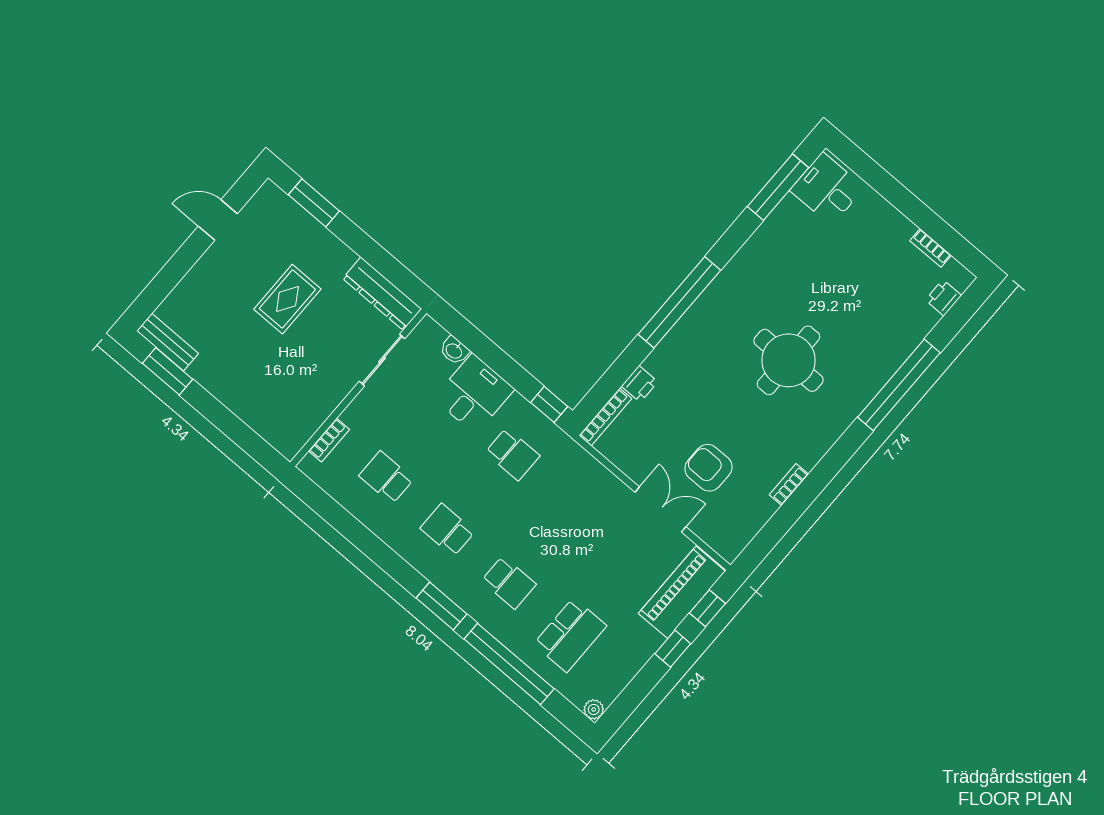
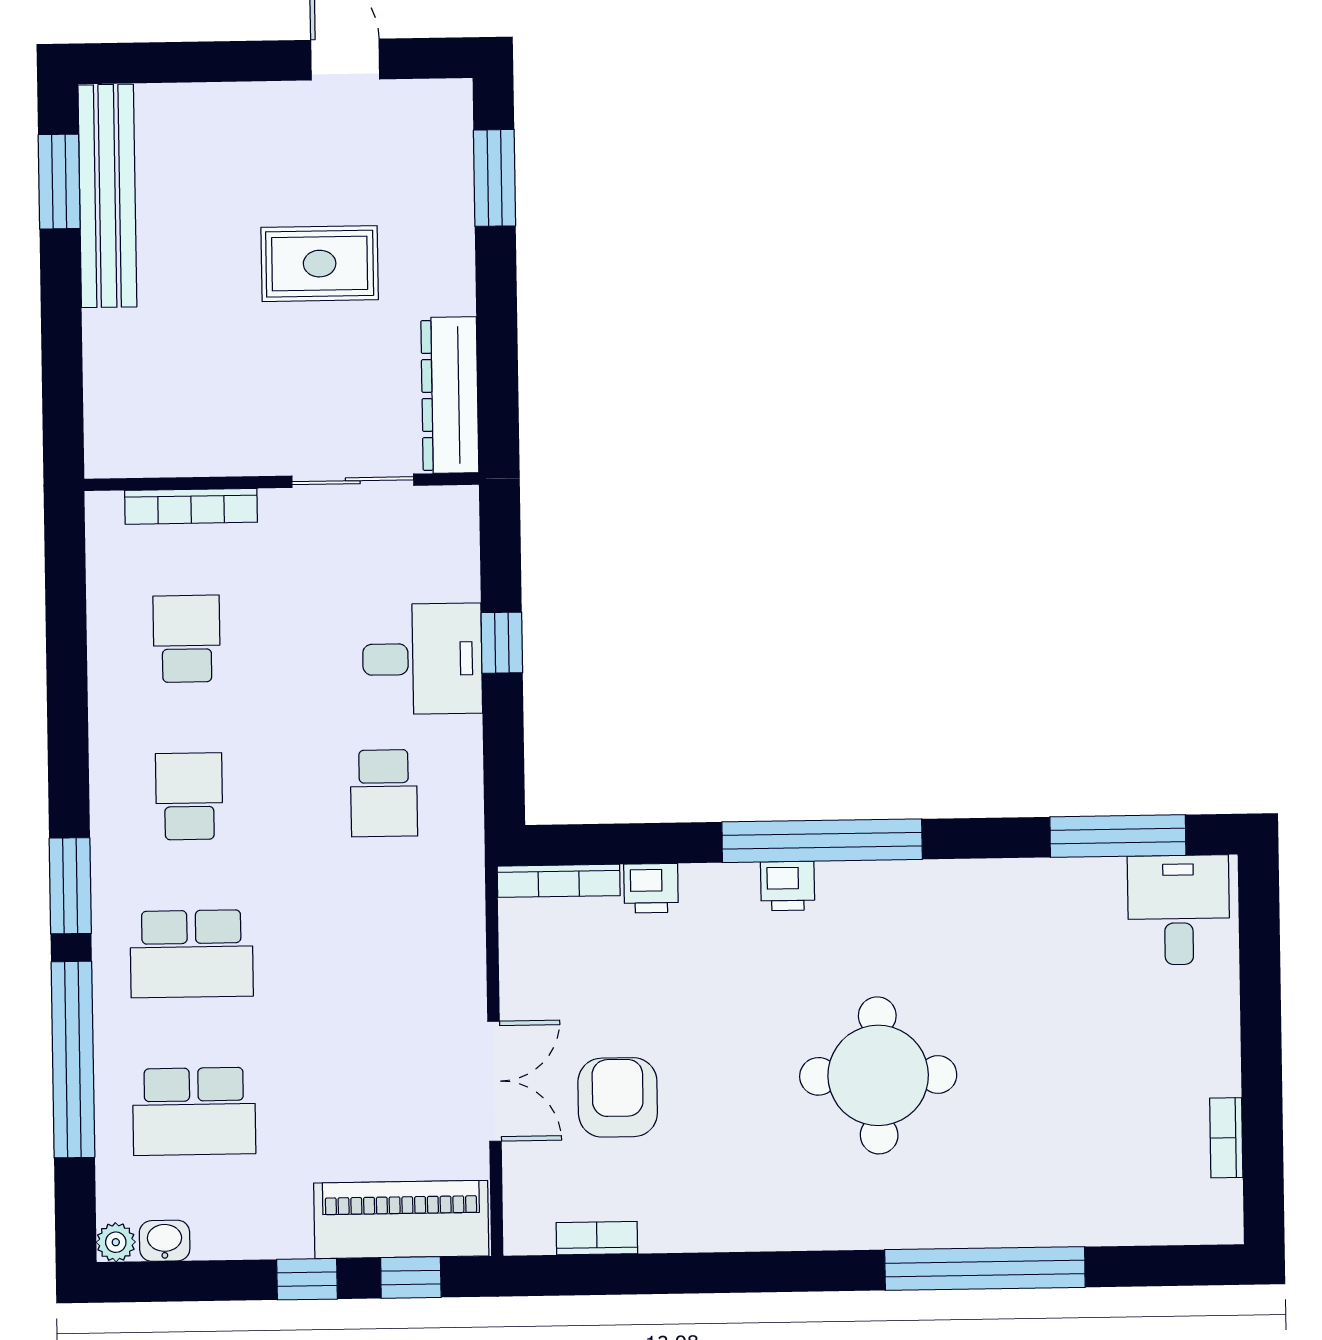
printer: (943, 298) -> (788, 886), moved, turned 180
bench: (168, 342) -> (107, 196), width x1.86, depth x1.21
washbasin: (454, 351) -> (165, 1241), moved, turned 90
window: (549, 404) -> (502, 643), moved
bookcase: (329, 440) -> (191, 506), width x1.56
bookcase: (789, 484) -> (597, 1238), moved
school desk: (509, 582) -> (192, 954), width x1.85

